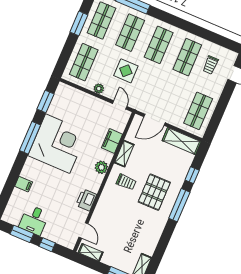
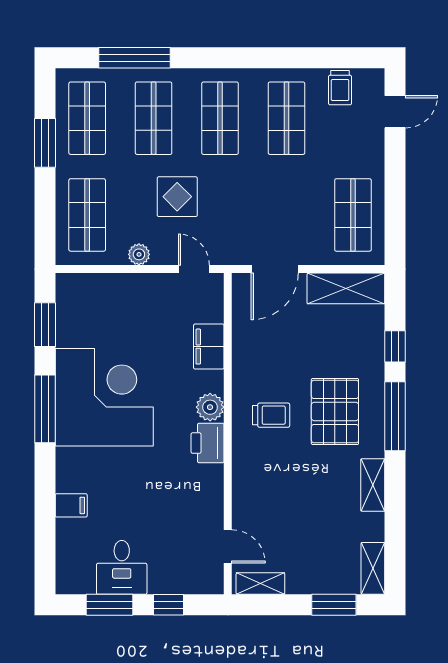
trolley: (210, 65) -> (340, 88), moved
shelving: (124, 154) -> (373, 485), moved
printer: (86, 200) -> (208, 443), moved

